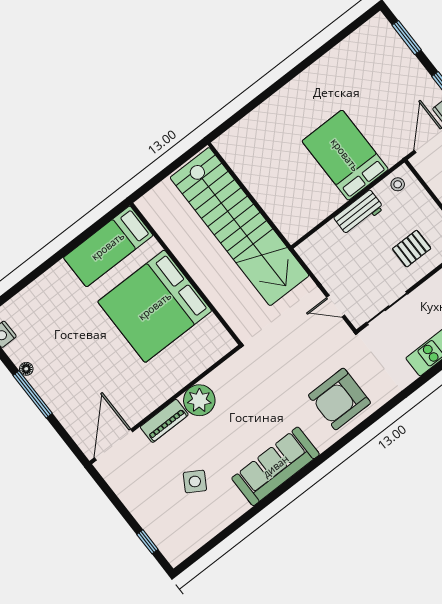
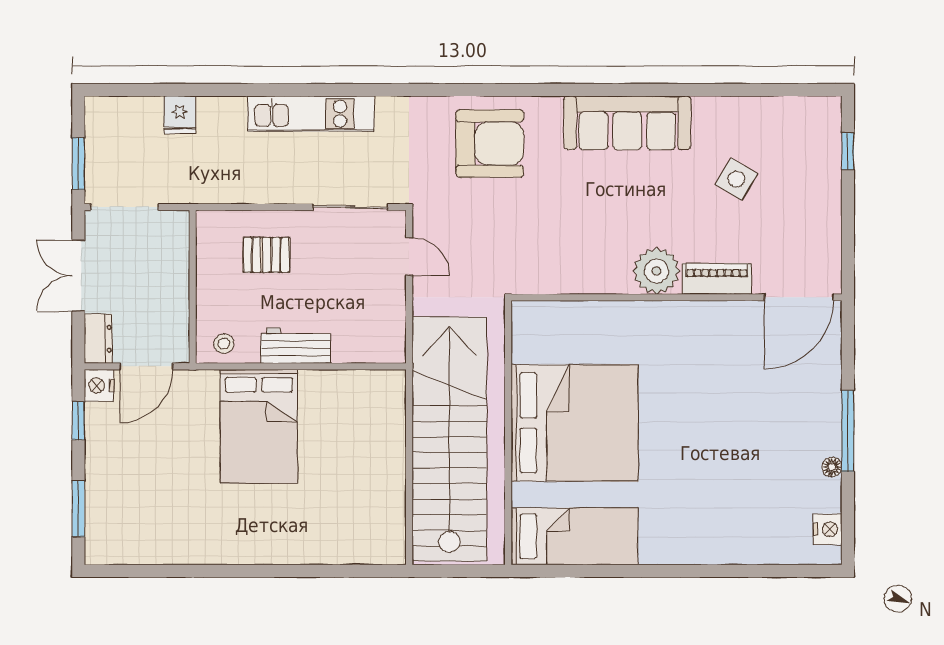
bed: (108, 246) -> (575, 536), moved
wall: (186, 274) -> (508, 433), moved
bed: (155, 306) -> (575, 423), moved

